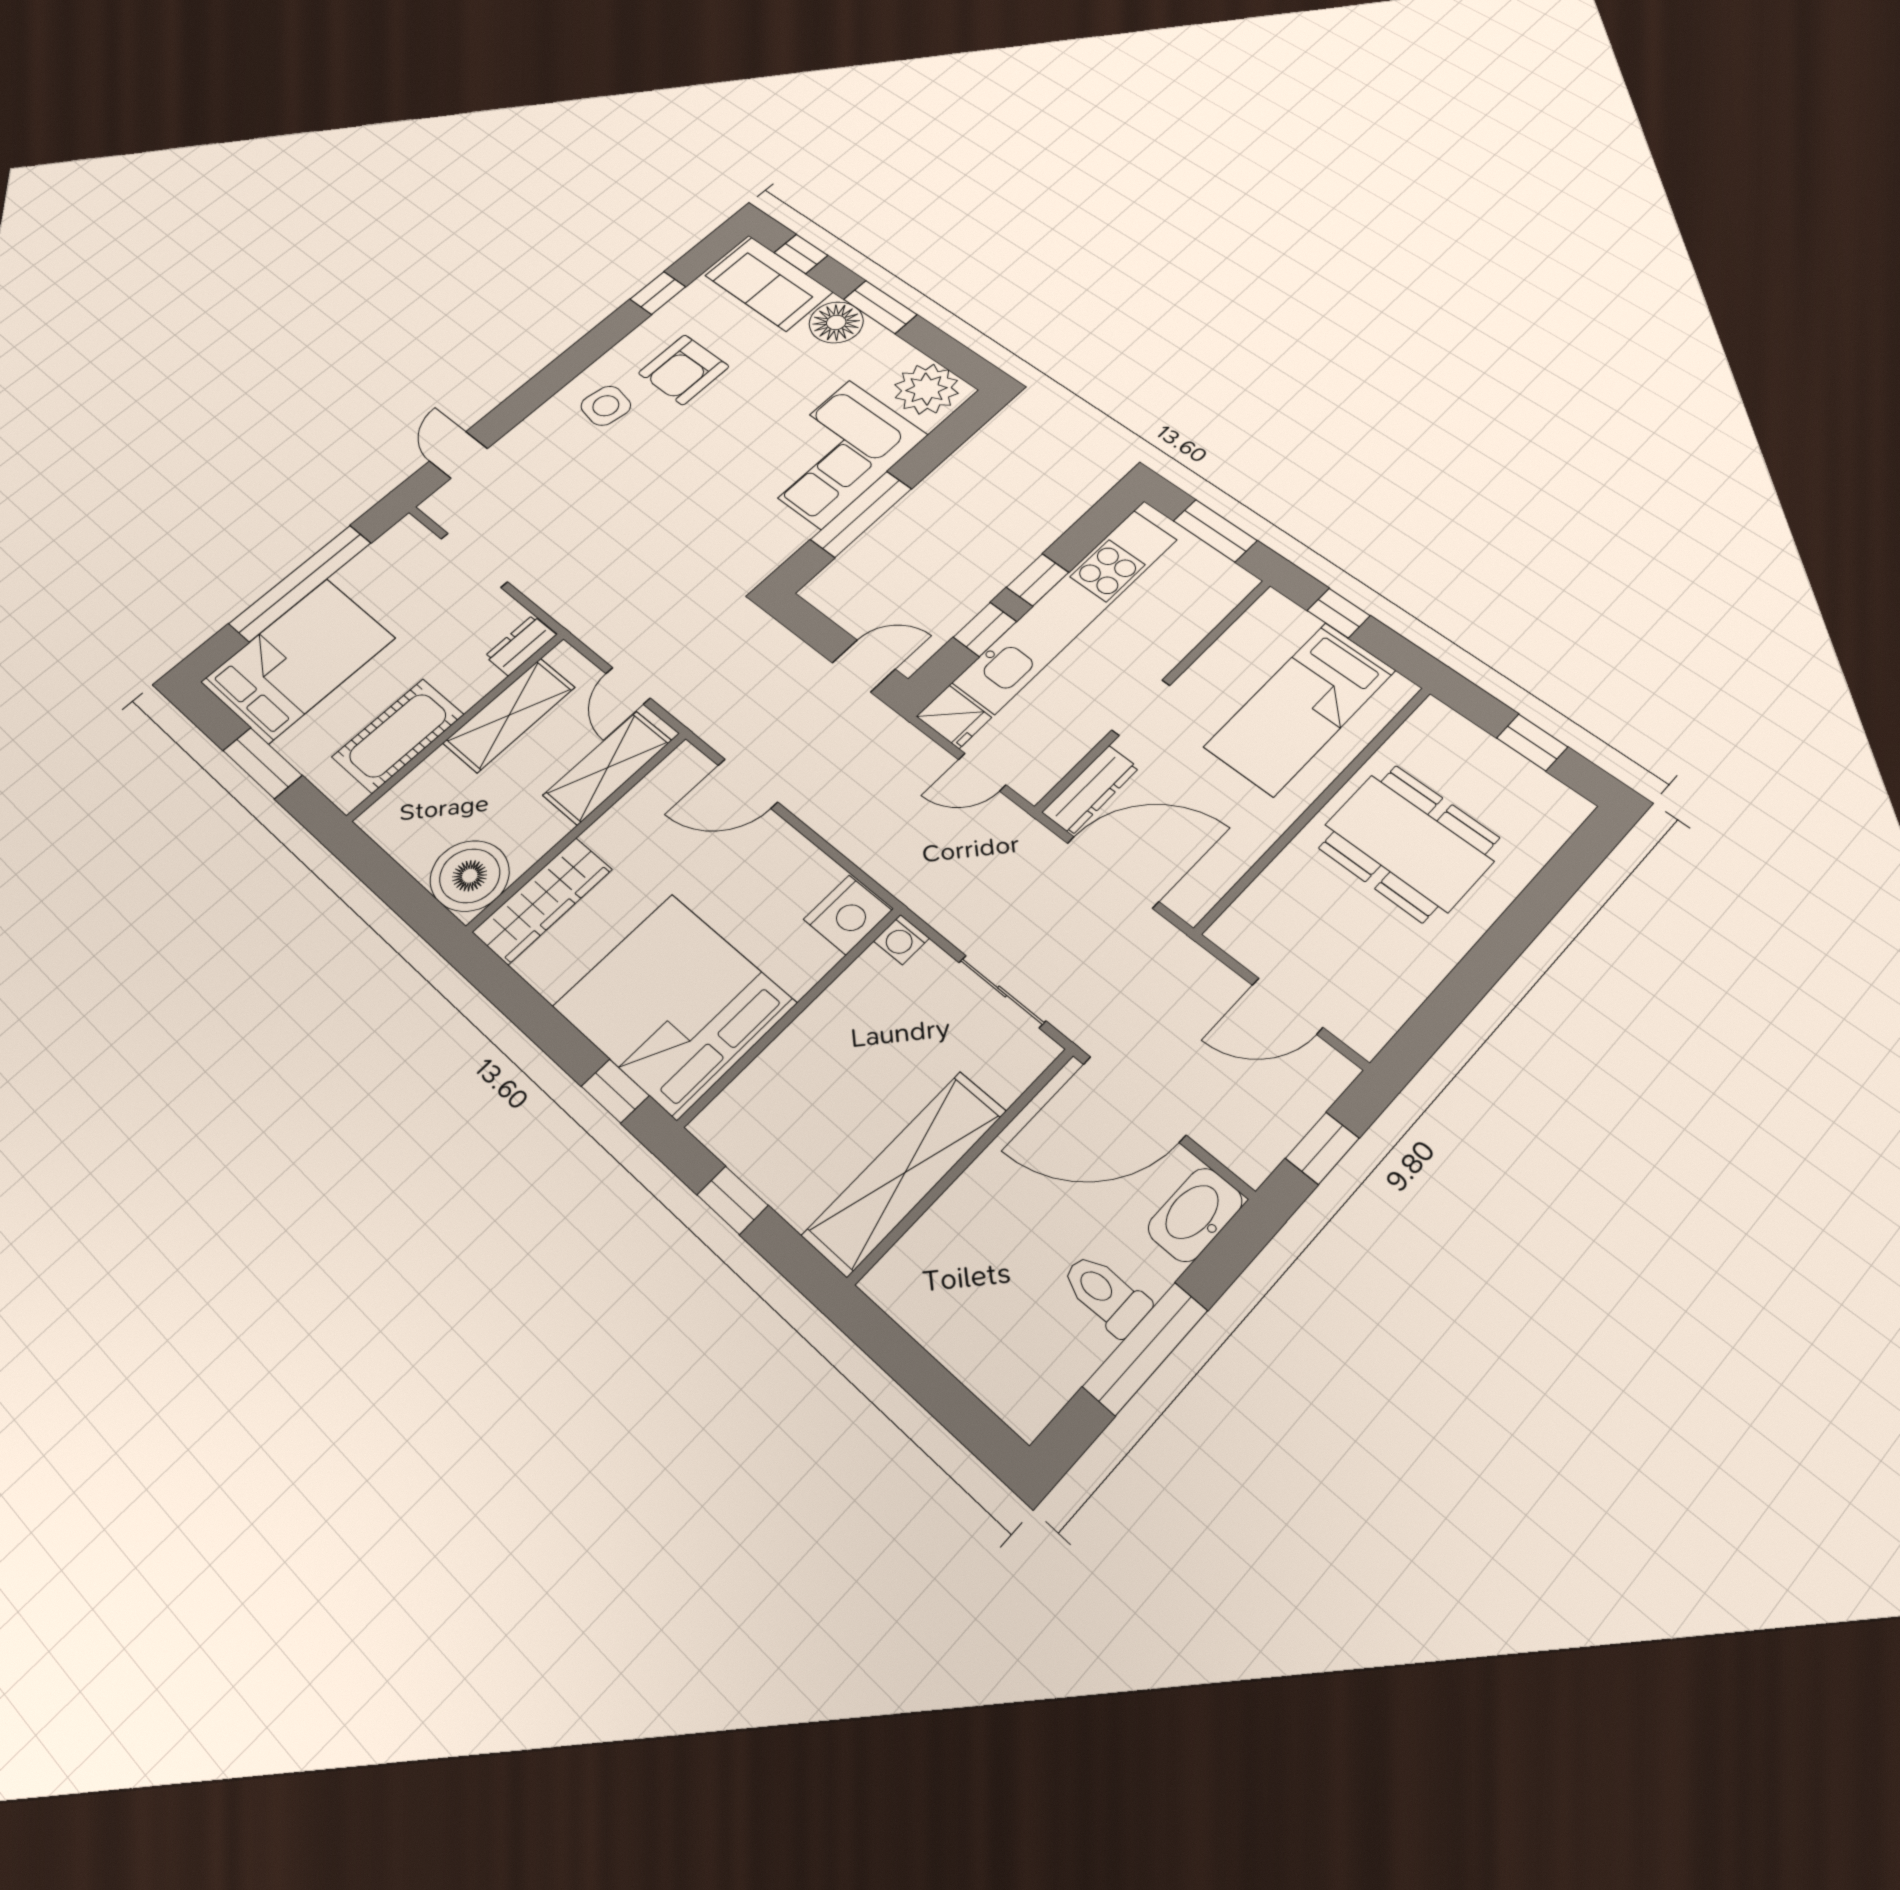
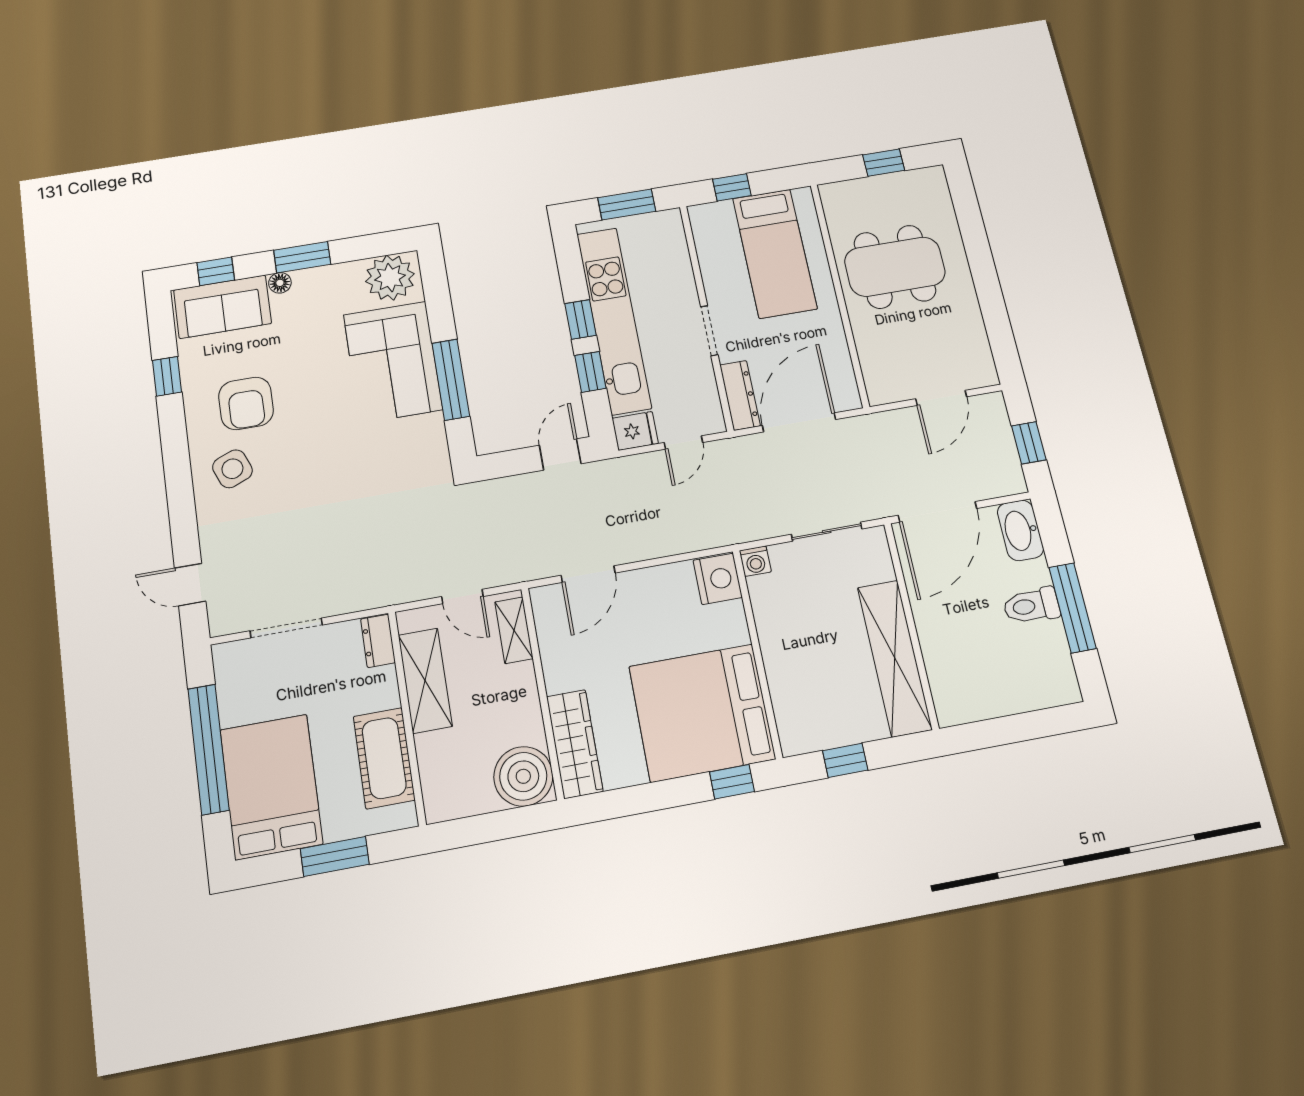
floor lamp: (836, 322) -> (280, 283), width x0.53, depth x0.53
side table: (606, 406) -> (232, 469), turned -32
shelving: (607, 768) -> (514, 630), width x0.67, depth x0.75

